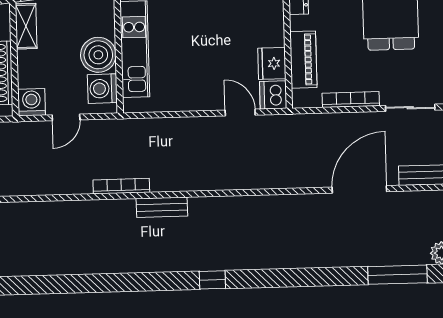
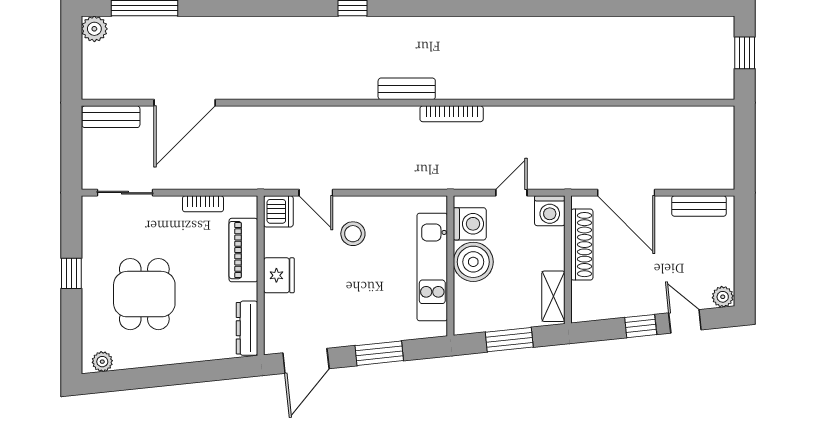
fridge: (272, 63) -> (279, 275), moved
stool: (206, 77) -> (353, 234), added
bookcase: (351, 100) -> (203, 204), width x0.64

